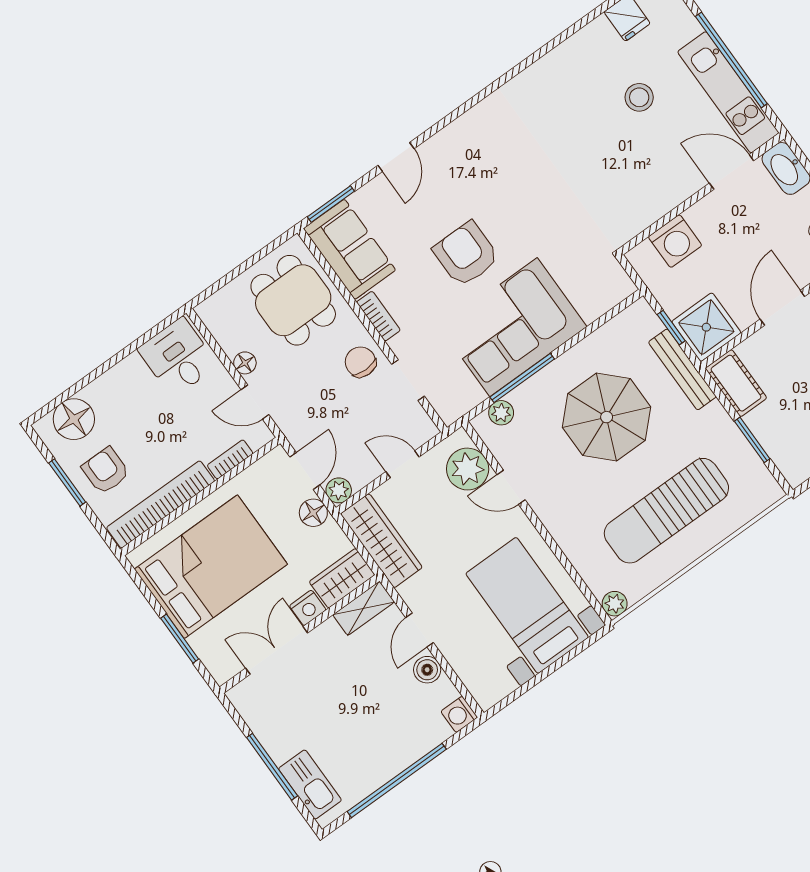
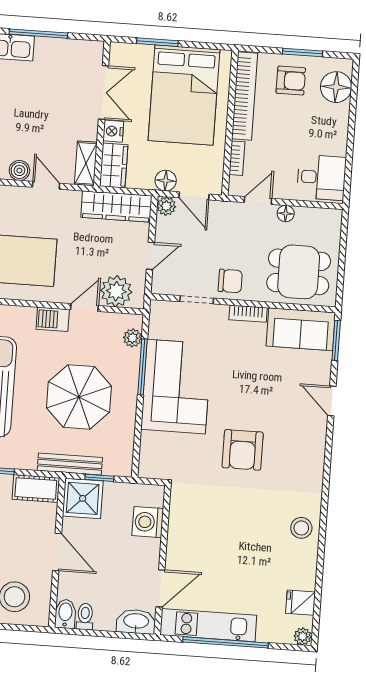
stool: (639, 97) -> (301, 528), moved
armchair: (466, 254) -> (243, 450), moved, turned 90
barbecue: (550, 510) -> (53, 319), added

